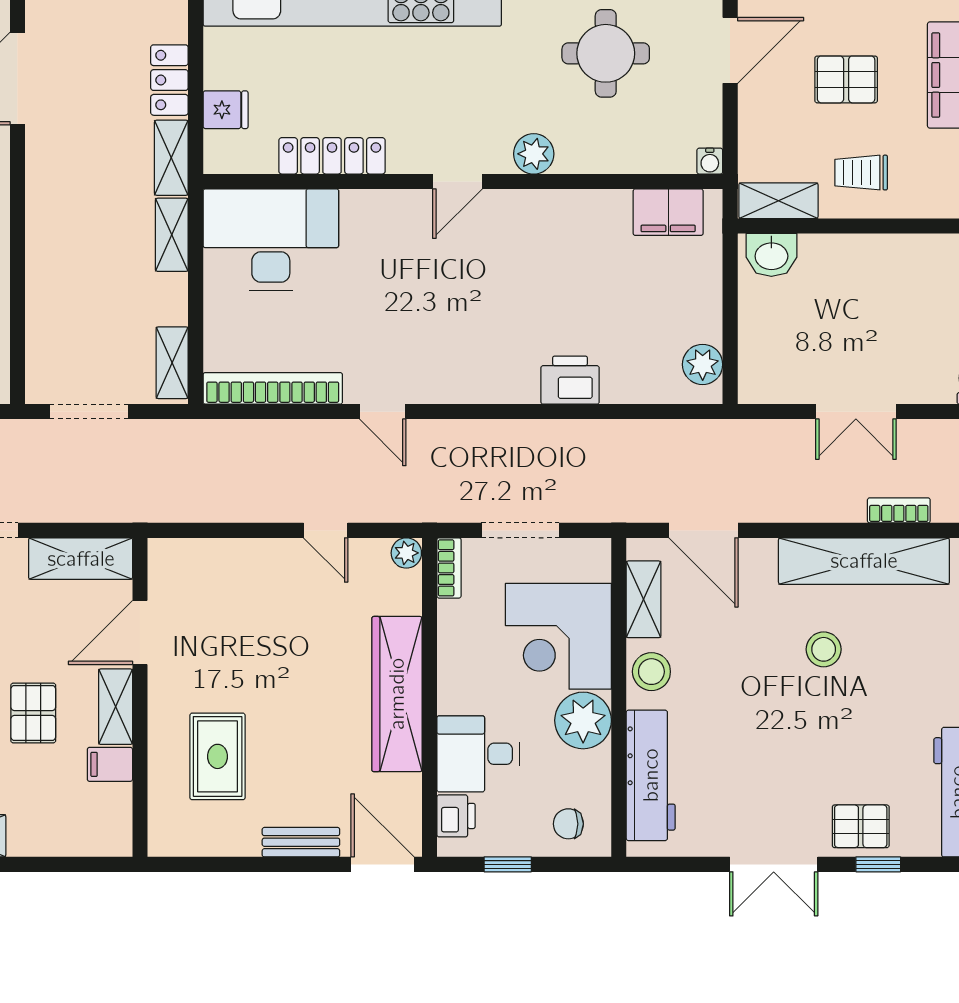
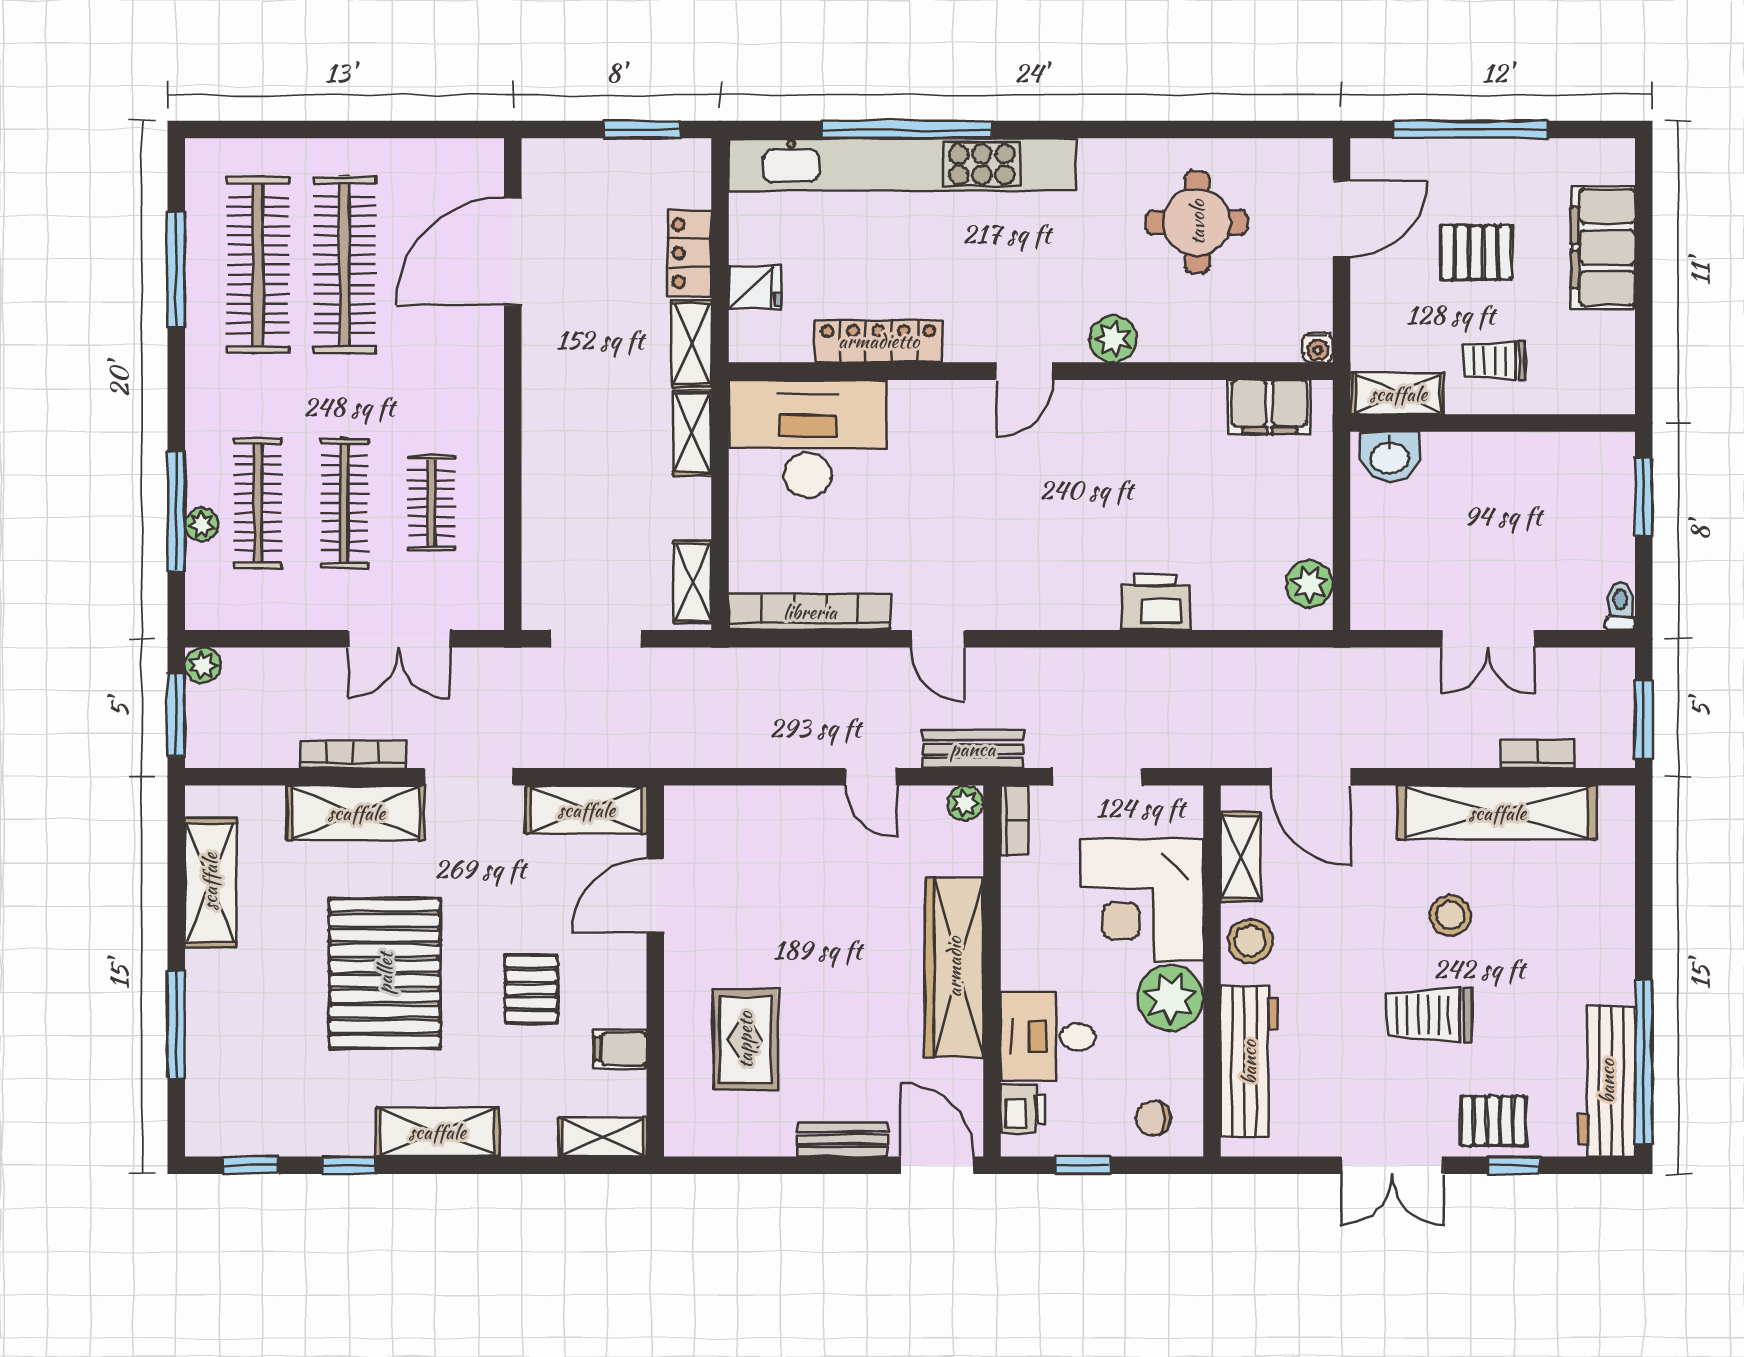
bench: (413, 506) -> (973, 749), added
shelving: (116, 707) -> (603, 1137), moved, turned 90
trolley: (806, 735) -> (1429, 1015), added

